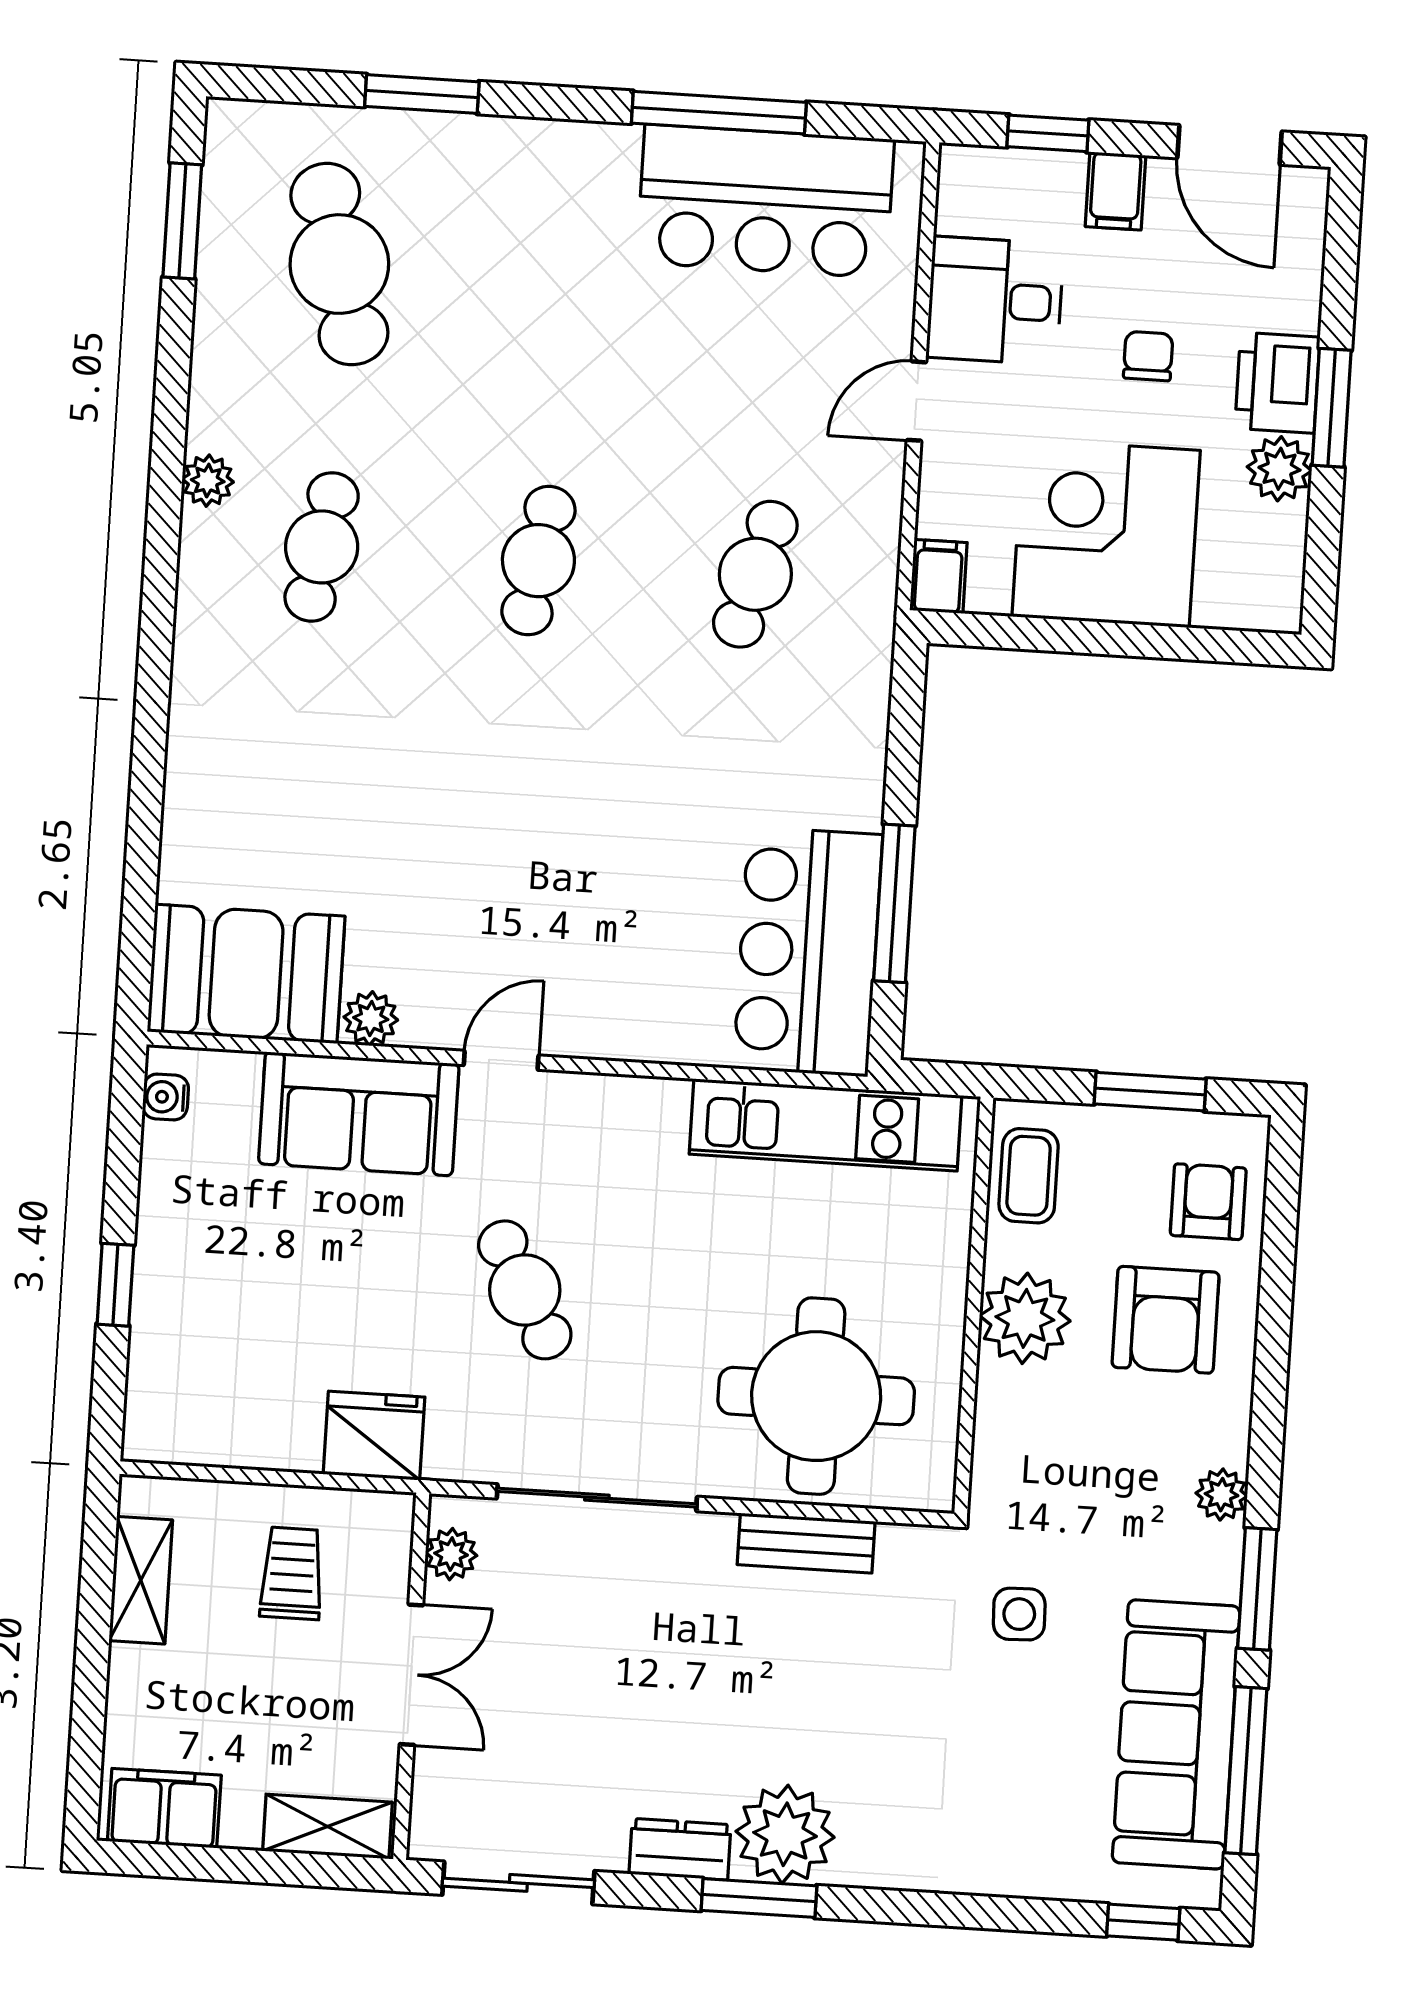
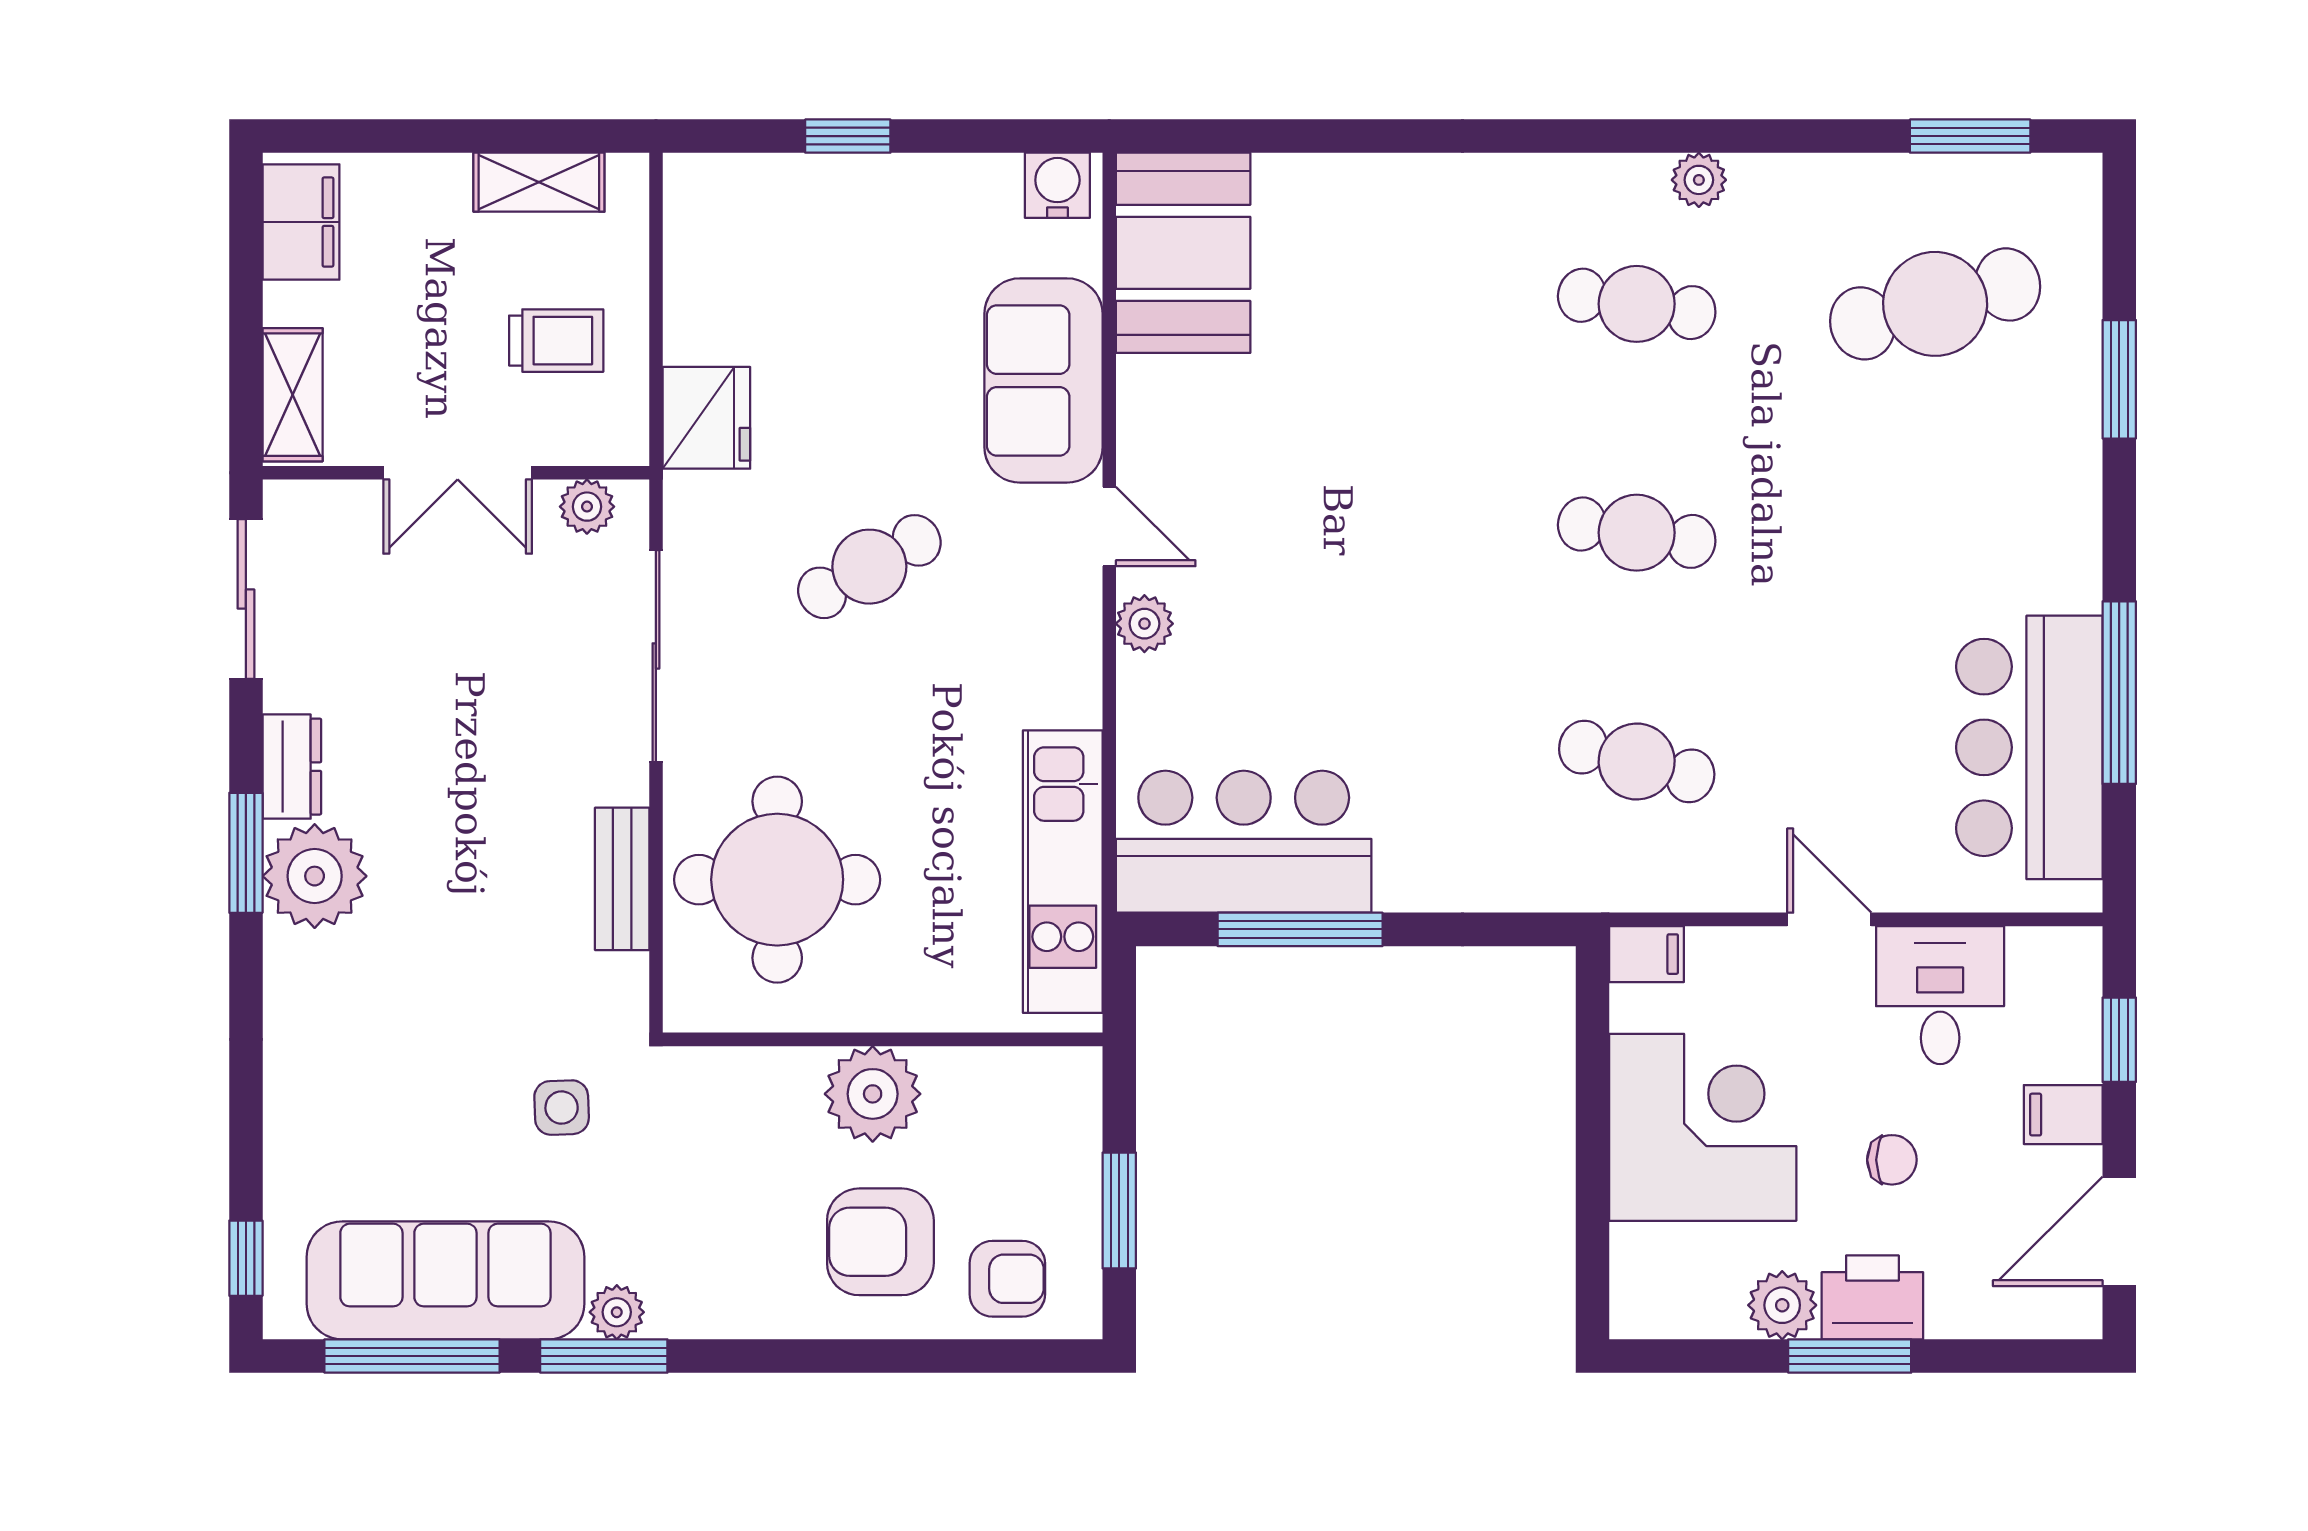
plant: (371, 1019) -> (1144, 624), moved
water cooler: (166, 1097) -> (1057, 185), width x1.38, depth x1.38
coffee table: (1029, 1176) -> (1023, 1088), removed
plant: (1222, 1495) -> (617, 1312), moved

